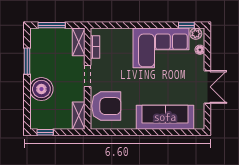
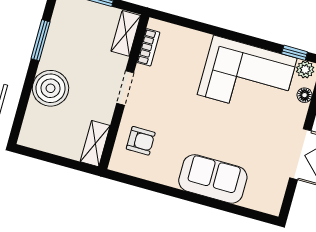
armchair: (106, 106) -> (141, 141), width x0.53, depth x0.53
sofa: (165, 117) -> (213, 179), width x0.73
window: (45, 132) -> (38, 155), removed

